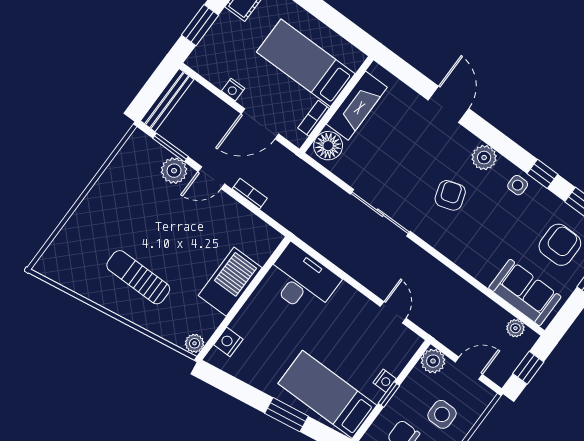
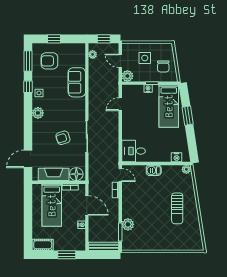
door: (448, 104) -> (28, 159), moved
door: (211, 178) -> (120, 175), moved
armchair: (450, 195) -> (63, 138), moved
desk: (301, 280) -> (134, 151), width x0.73
barbecue: (230, 282) -> (154, 170), width x0.53, depth x0.65
sofa: (525, 292) -> (77, 82), moved

